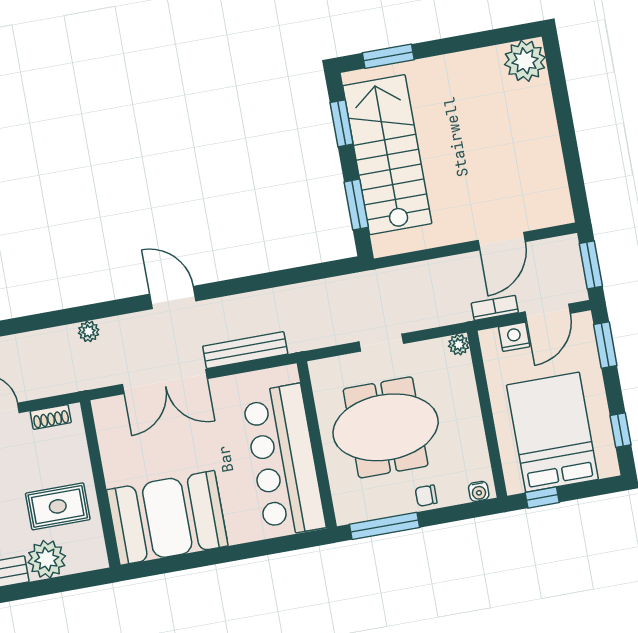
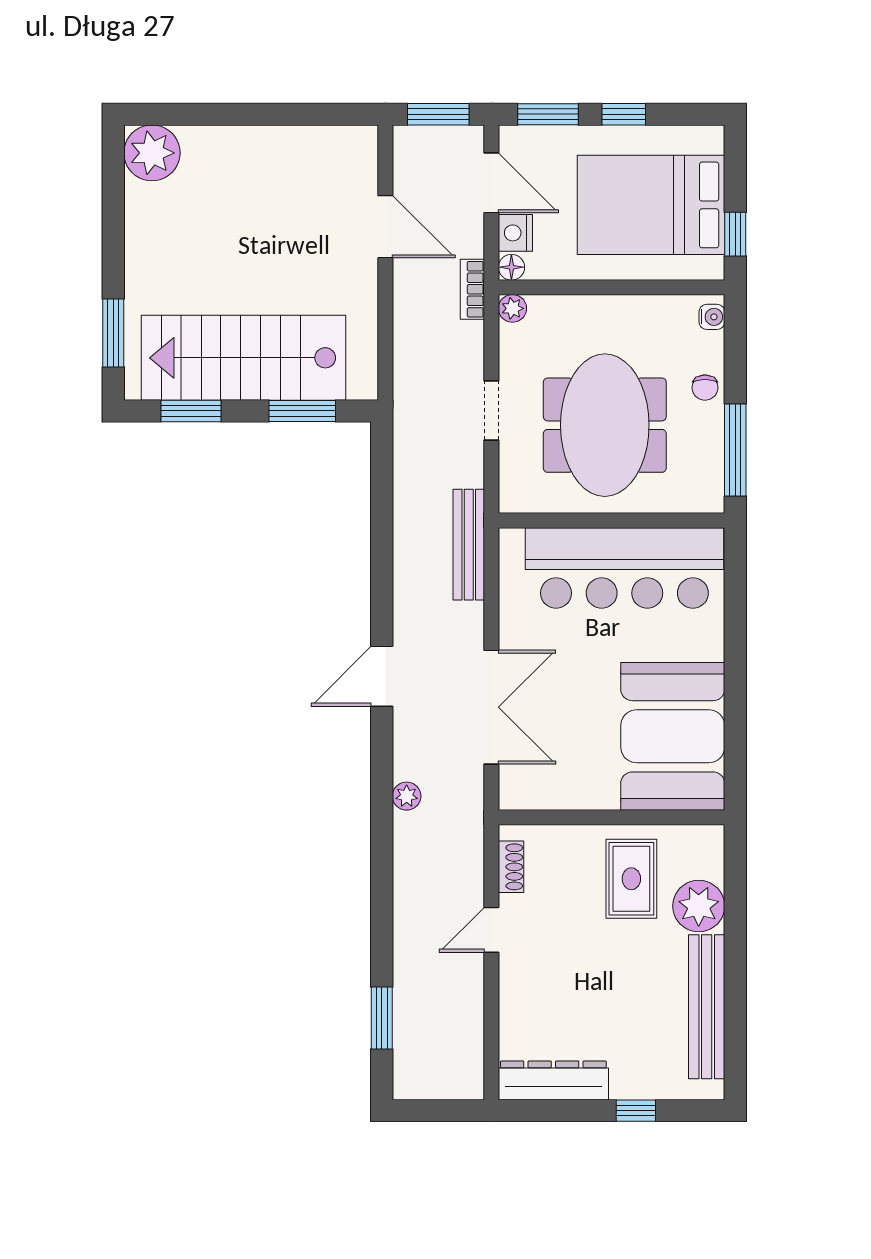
bookcase: (495, 308) -> (472, 289), moved
floor lamp: (489, 338) -> (511, 267), added
bench: (245, 350) -> (469, 545), moved
window: (621, 430) -> (624, 114), moved

